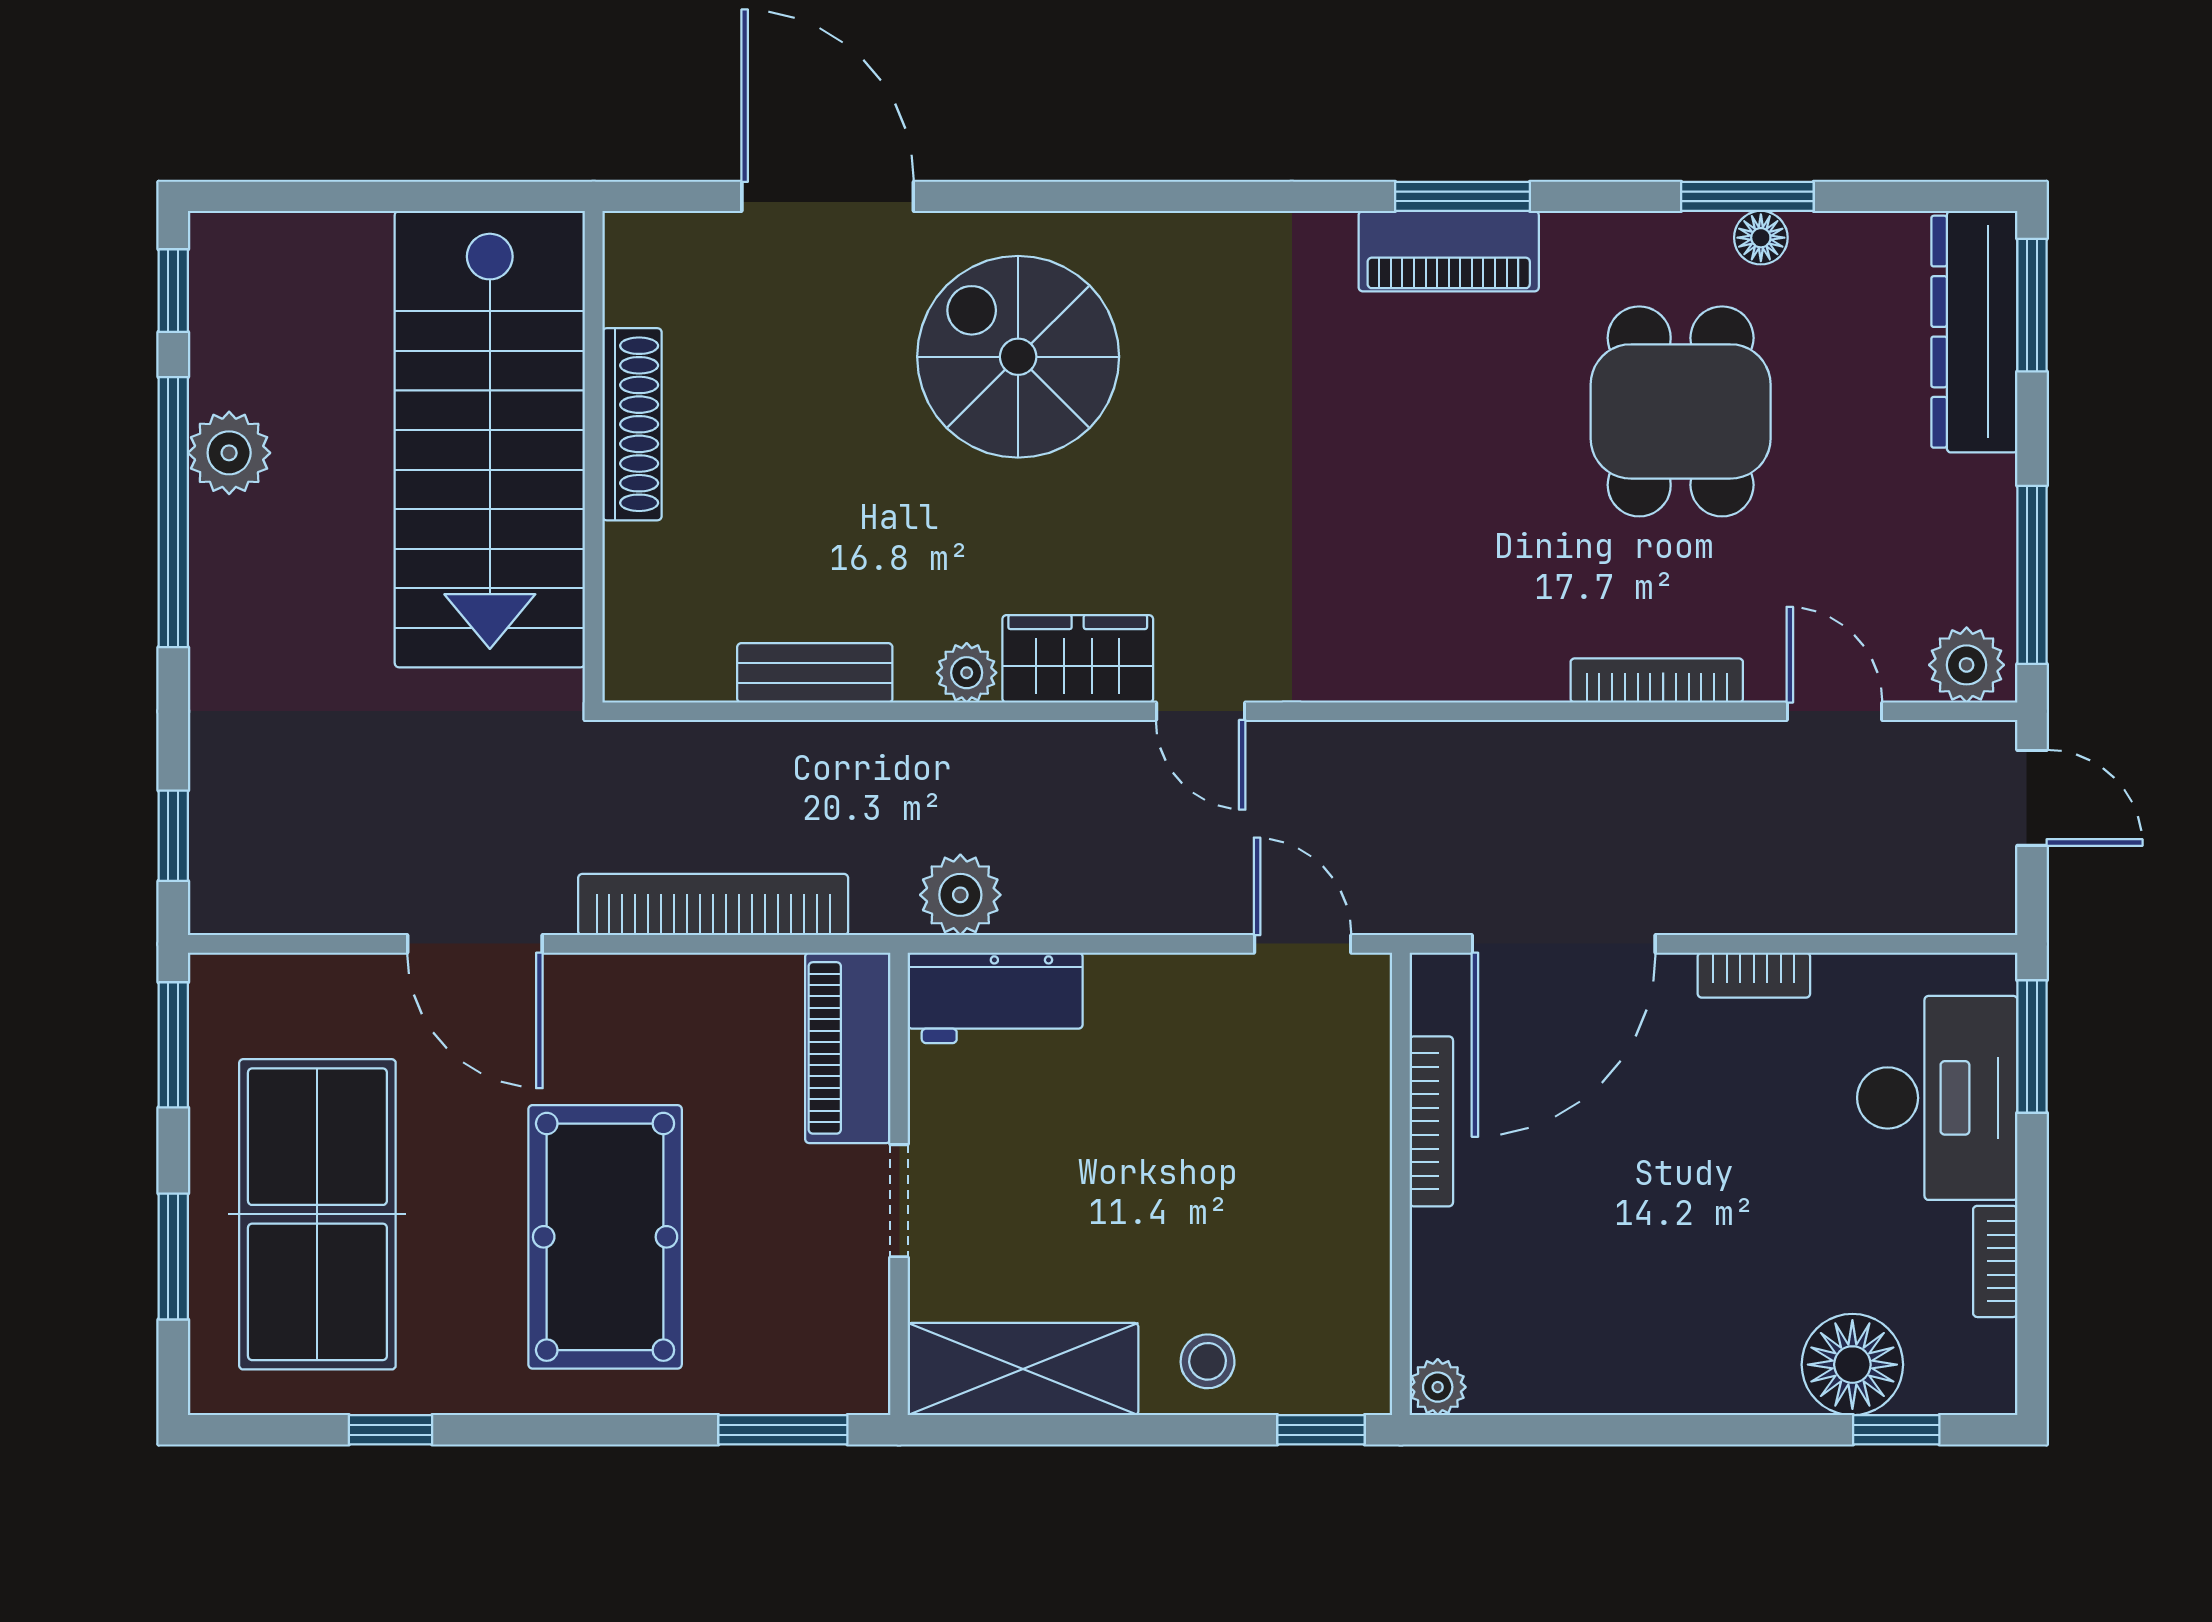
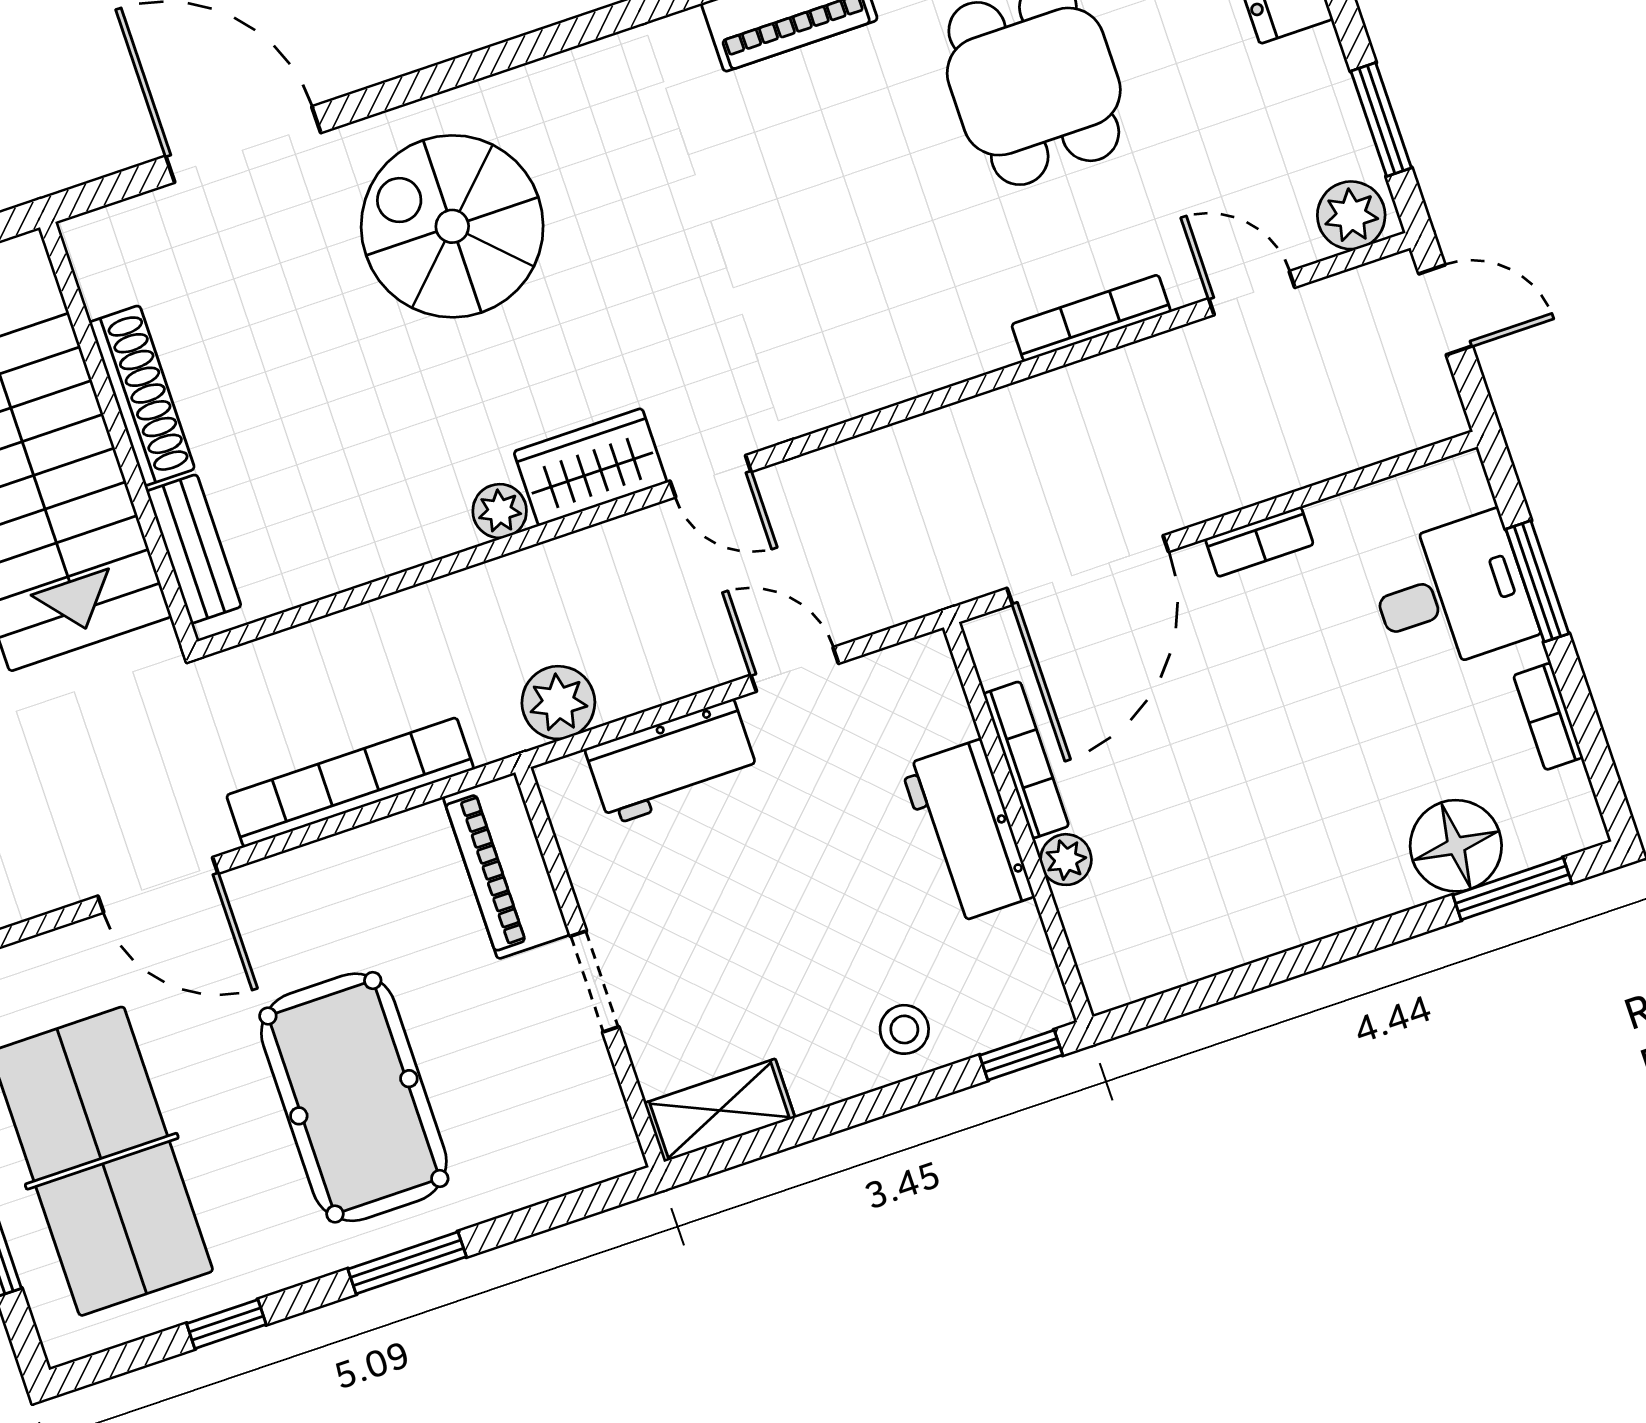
window: (2032, 575) -> (1381, 120), width x0.69
bench: (815, 673) -> (194, 549), moved, turned 90
door: (1303, 944) -> (795, 669), moved
workbench: (995, 998) -> (672, 762), moved
window: (2032, 1046) -> (1537, 581), moved
desk: (1937, 1098) -> (1451, 594), width x0.73
workbench: (1344, 1176) -> (967, 831), added
shelving: (1023, 1369) -> (720, 1110), width x0.67, depth x0.75
plant: (1438, 1387) -> (1066, 860), moved
window: (783, 1430) -> (407, 1263), moved
window: (1896, 1430) -> (1512, 889), width x1.50

